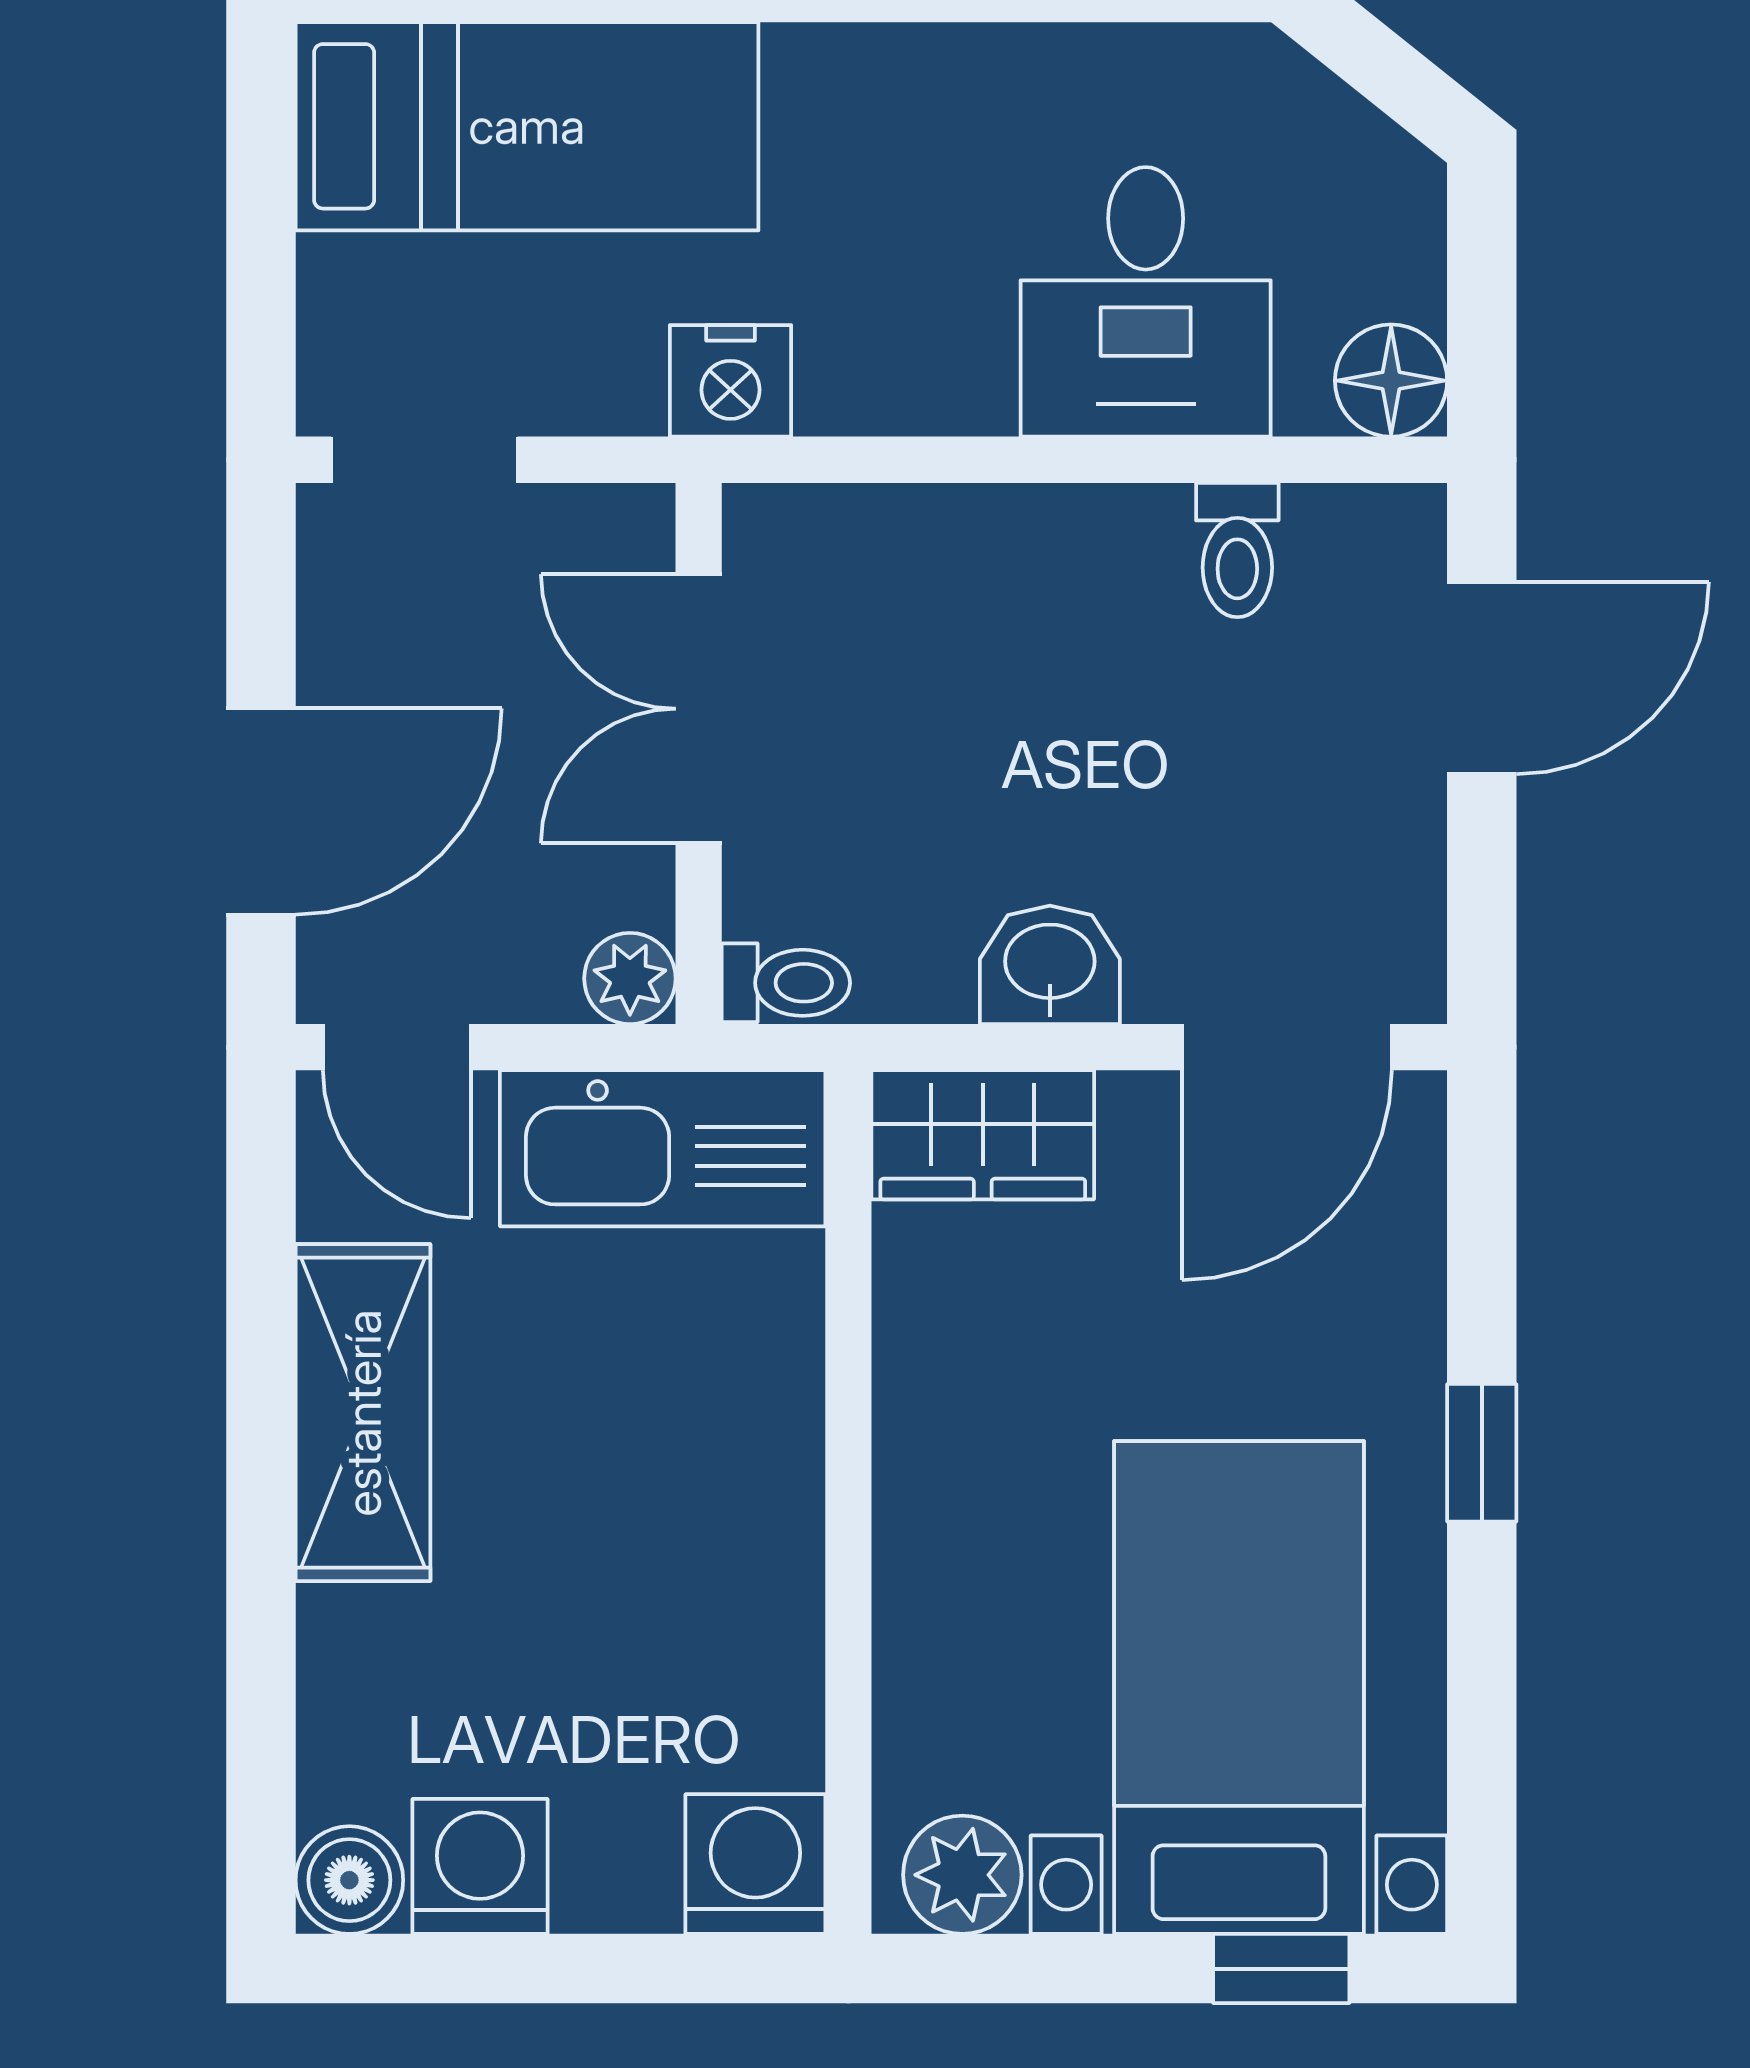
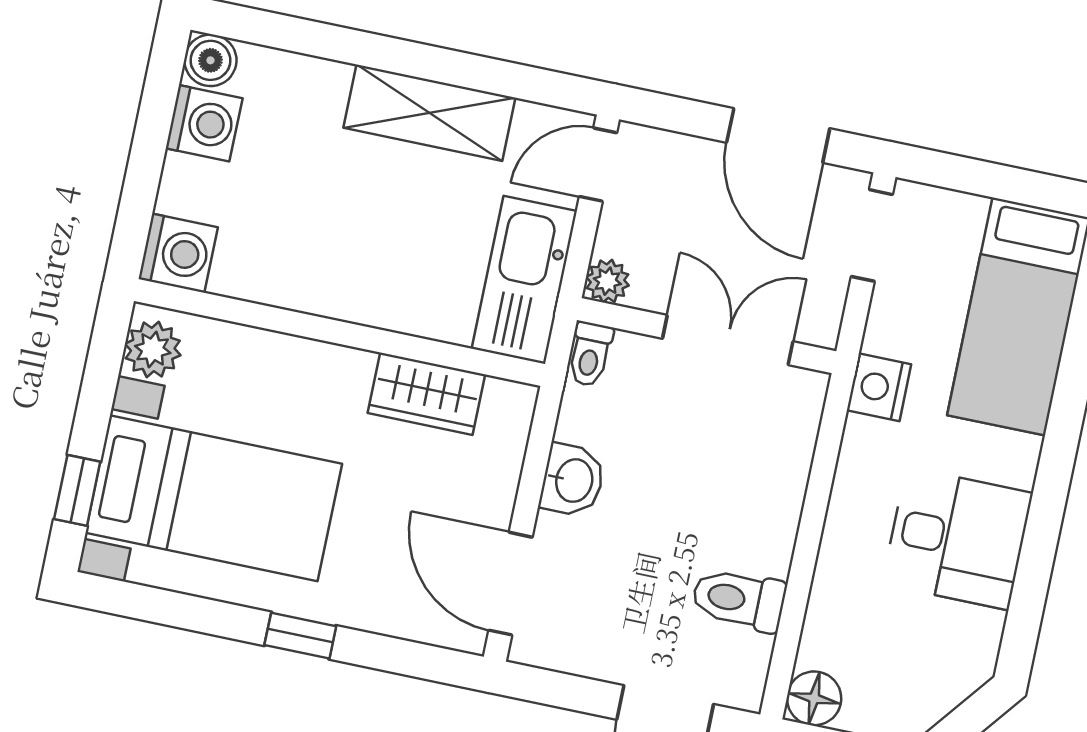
desk: (1146, 302) -> (957, 538), moved, turned 180
toilet: (1237, 550) -> (739, 600), width x1.37, depth x1.39
door: (261, 812) -> (778, 135), moved
wardrobe: (983, 1135) -> (426, 394), moved, turned -90

